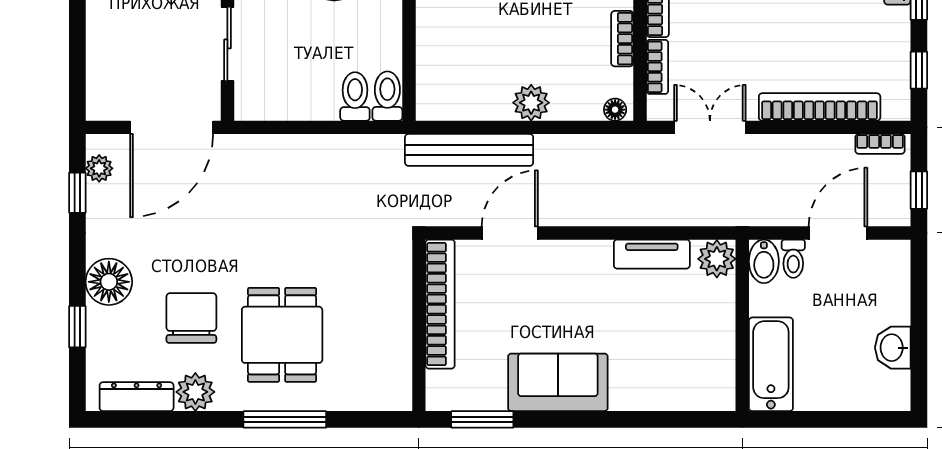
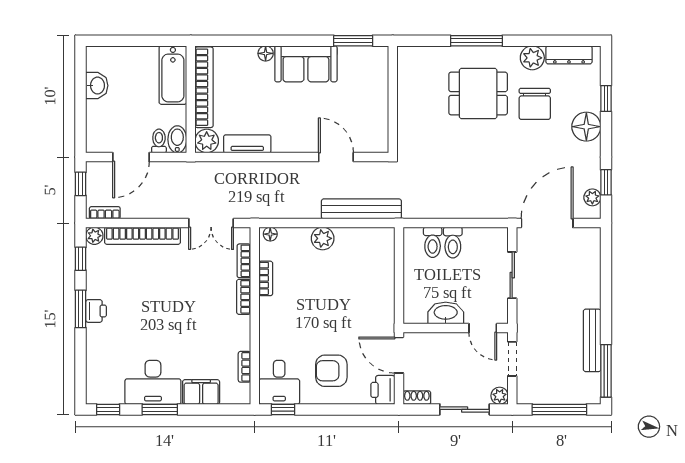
toilet: (387, 96) -> (453, 243), moved
plant: (897, 107) -> (94, 236), added
door: (510, 233) -> (336, 157), swing flipped
bookcase: (440, 304) -> (204, 87), moved, turned 180
dining table: (282, 335) -> (478, 93), turned 90
floor lamp: (623, 399) -> (266, 53), added

